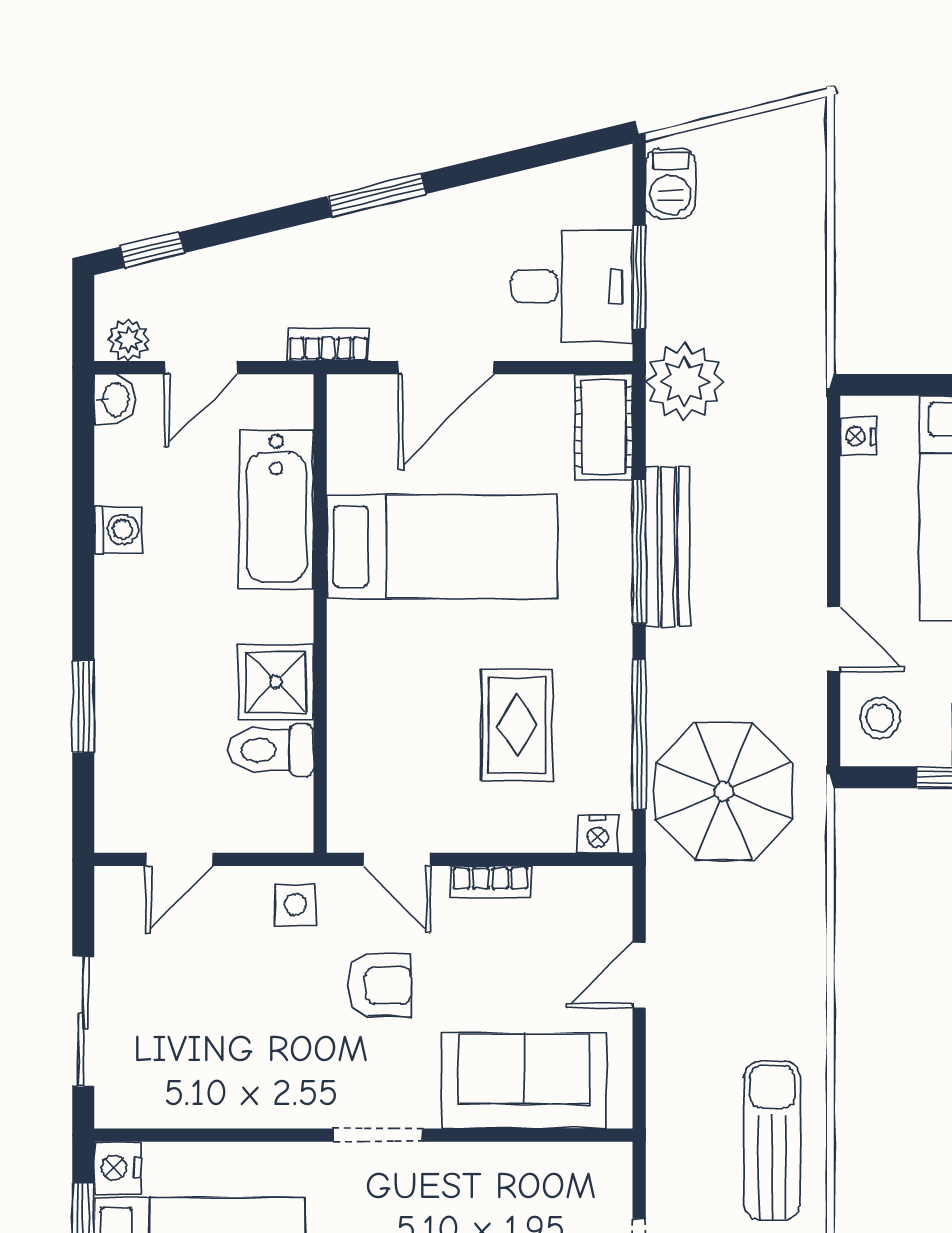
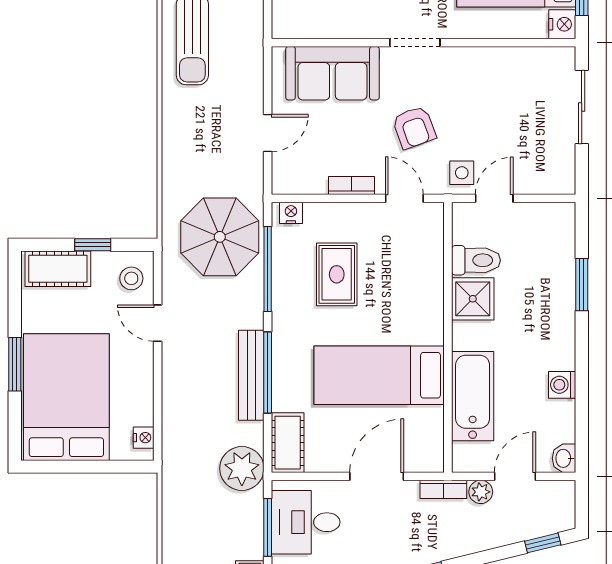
plant: (129, 340) -> (481, 492), moved
door: (179, 859) -> (494, 198), moved
armchair: (380, 985) -> (414, 127), turned -110

